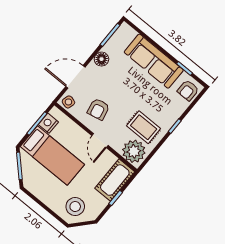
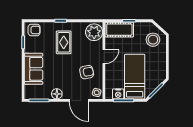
sofa: (154, 61) -> (34, 69), width x0.73
rug: (144, 127) -> (64, 42), moved

